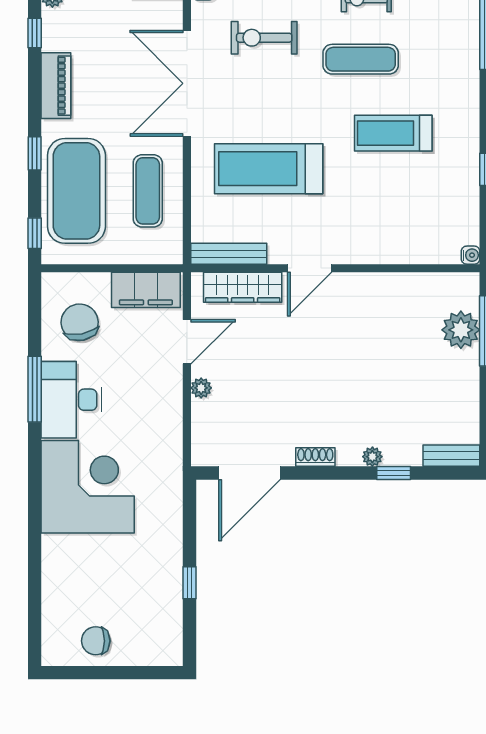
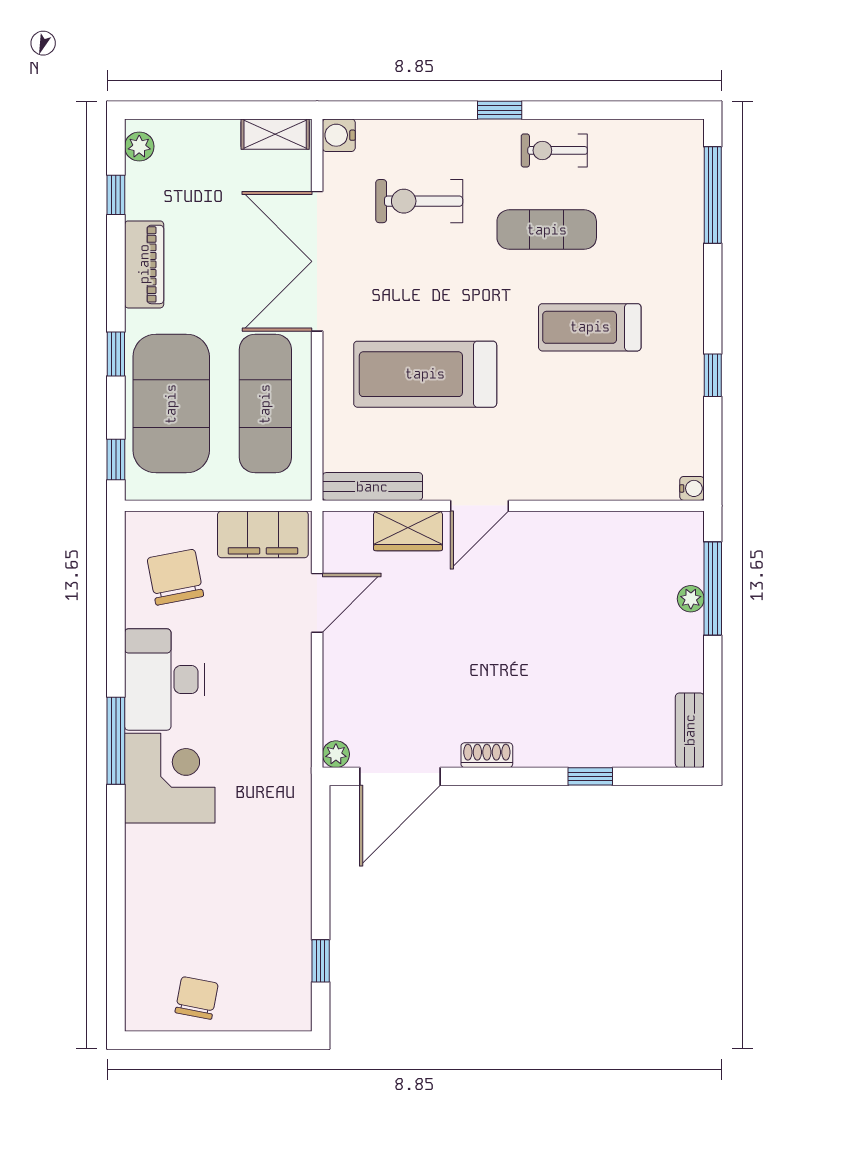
exercise mat: (148, 191) -> (265, 404), width x1.36, depth x1.45
wardrobe: (243, 287) -> (408, 531), width x0.67
plant: (461, 330) -> (691, 599), width x0.53, depth x0.53
plant: (201, 388) -> (336, 754), moved
window: (35, 389) -> (116, 741), moved
bench: (451, 456) -> (690, 730), moved, turned 90
plant: (372, 457) -> (562, 755), removed
corner desk: (88, 487) -> (170, 778), width x0.74, depth x0.74
window: (190, 583) -> (321, 961), moved
chair: (96, 641) -> (197, 998), turned 101

